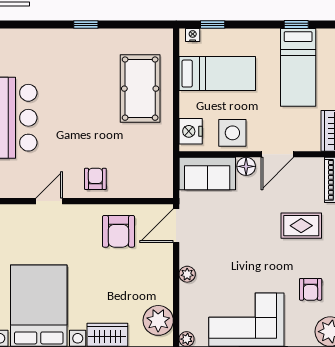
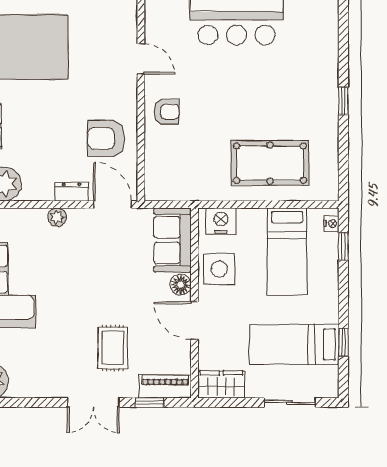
dresser: (165, 261) -> (72, 192), added
armchair: (311, 289) -> (40, 359), removed

